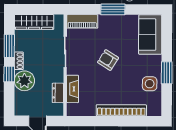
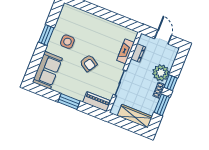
side table: (150, 84) -> (67, 42), moved
bookcase: (121, 110) -> (94, 19), removed

